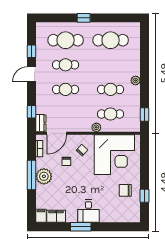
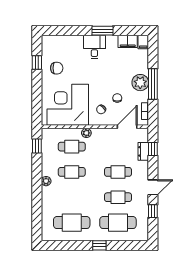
dresser: (41, 123) -> (143, 151), moved

